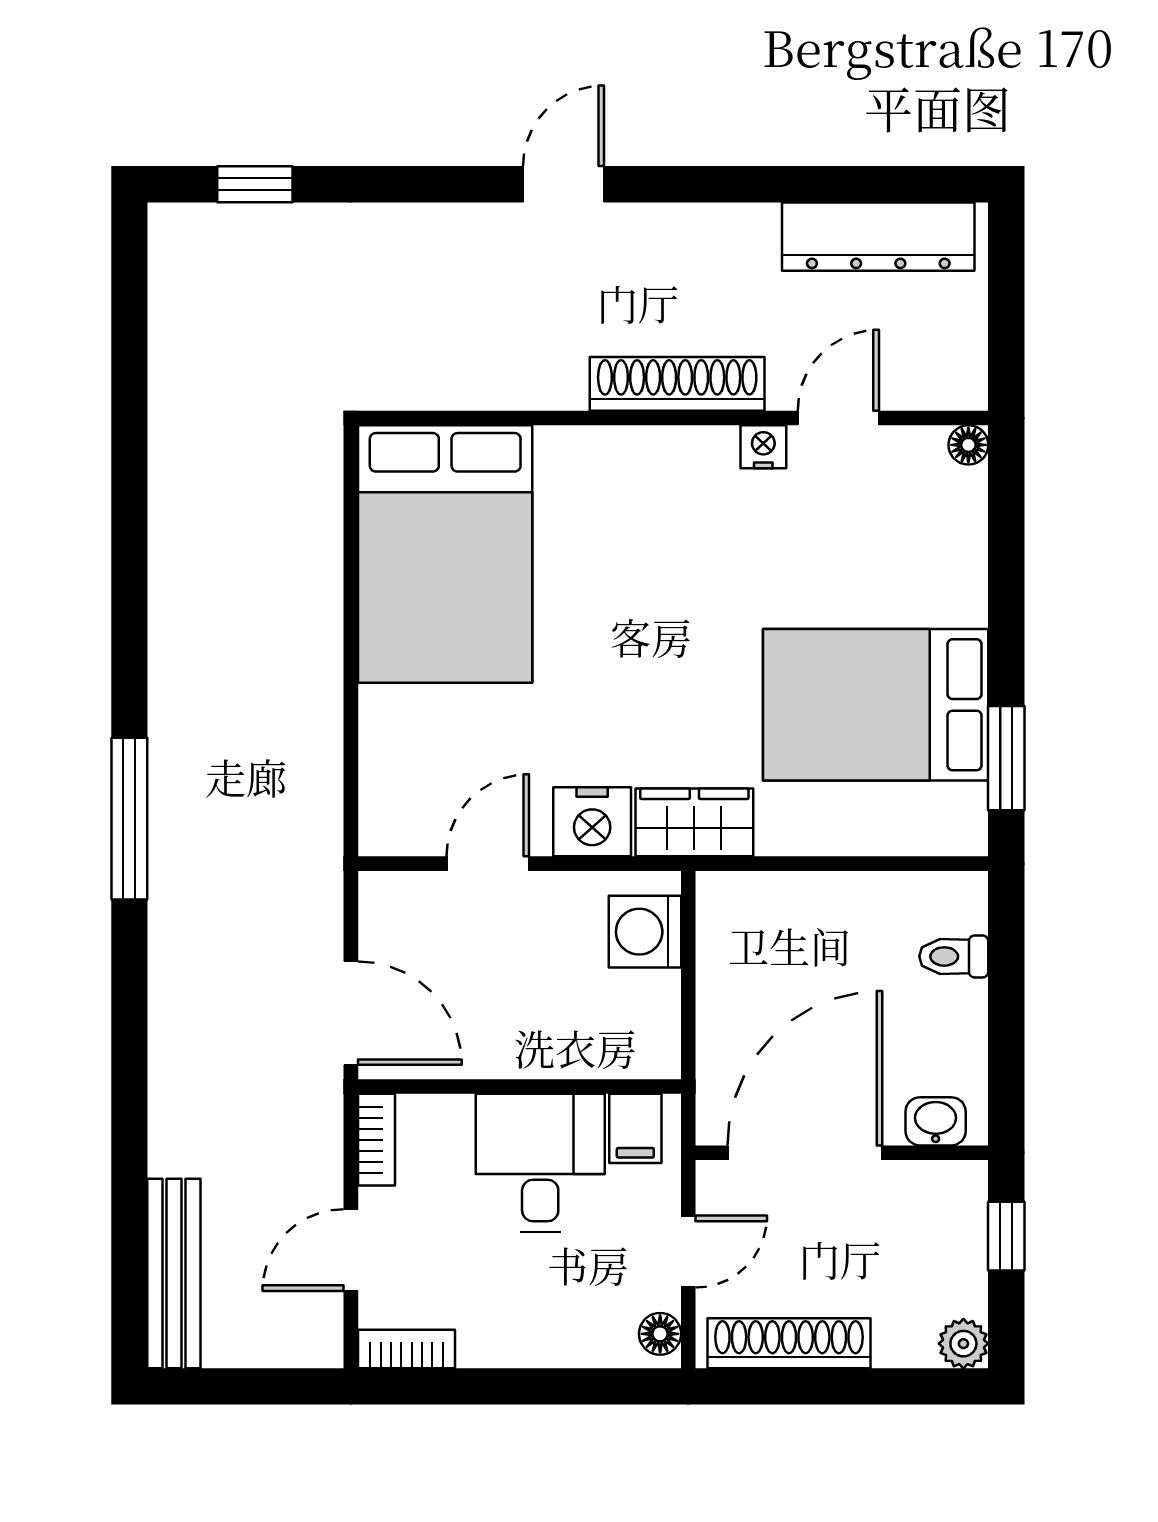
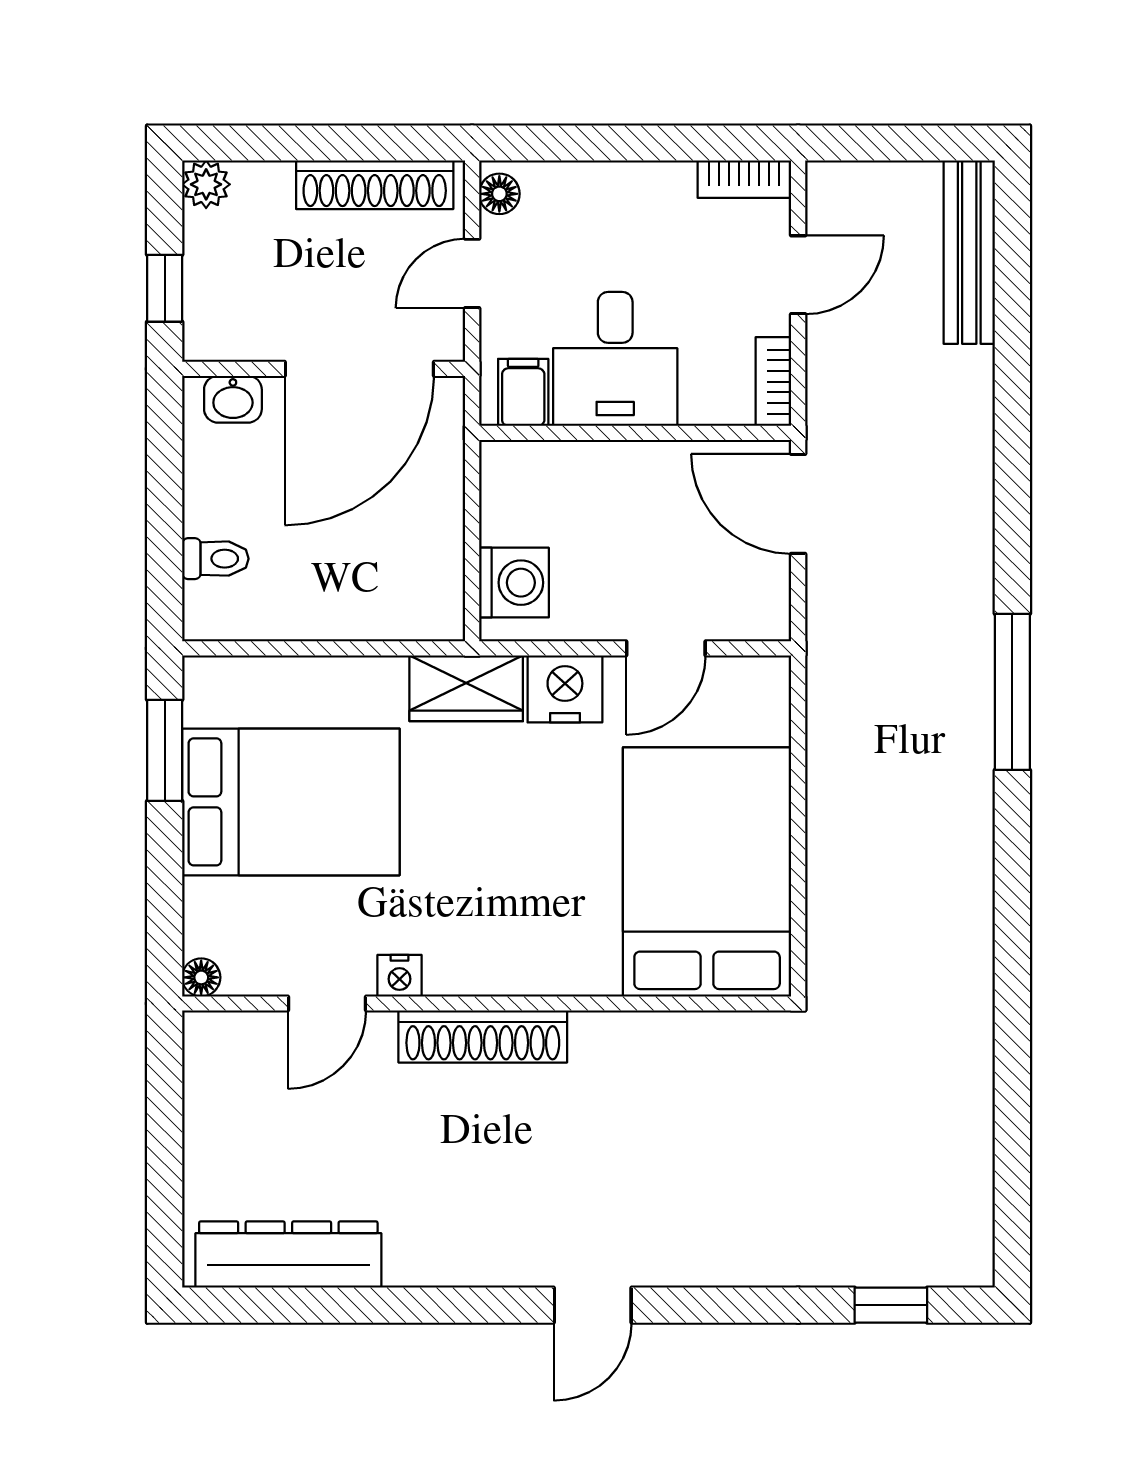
shoe rack: (677, 384) -> (483, 1037), moved
wall: (673, 418) -> (487, 1003), moved
door: (838, 418) -> (327, 1003), moved
floor lamp: (968, 445) -> (201, 977), moved
nightstand: (763, 447) -> (399, 976), moved
bed: (445, 554) -> (707, 872), moved

